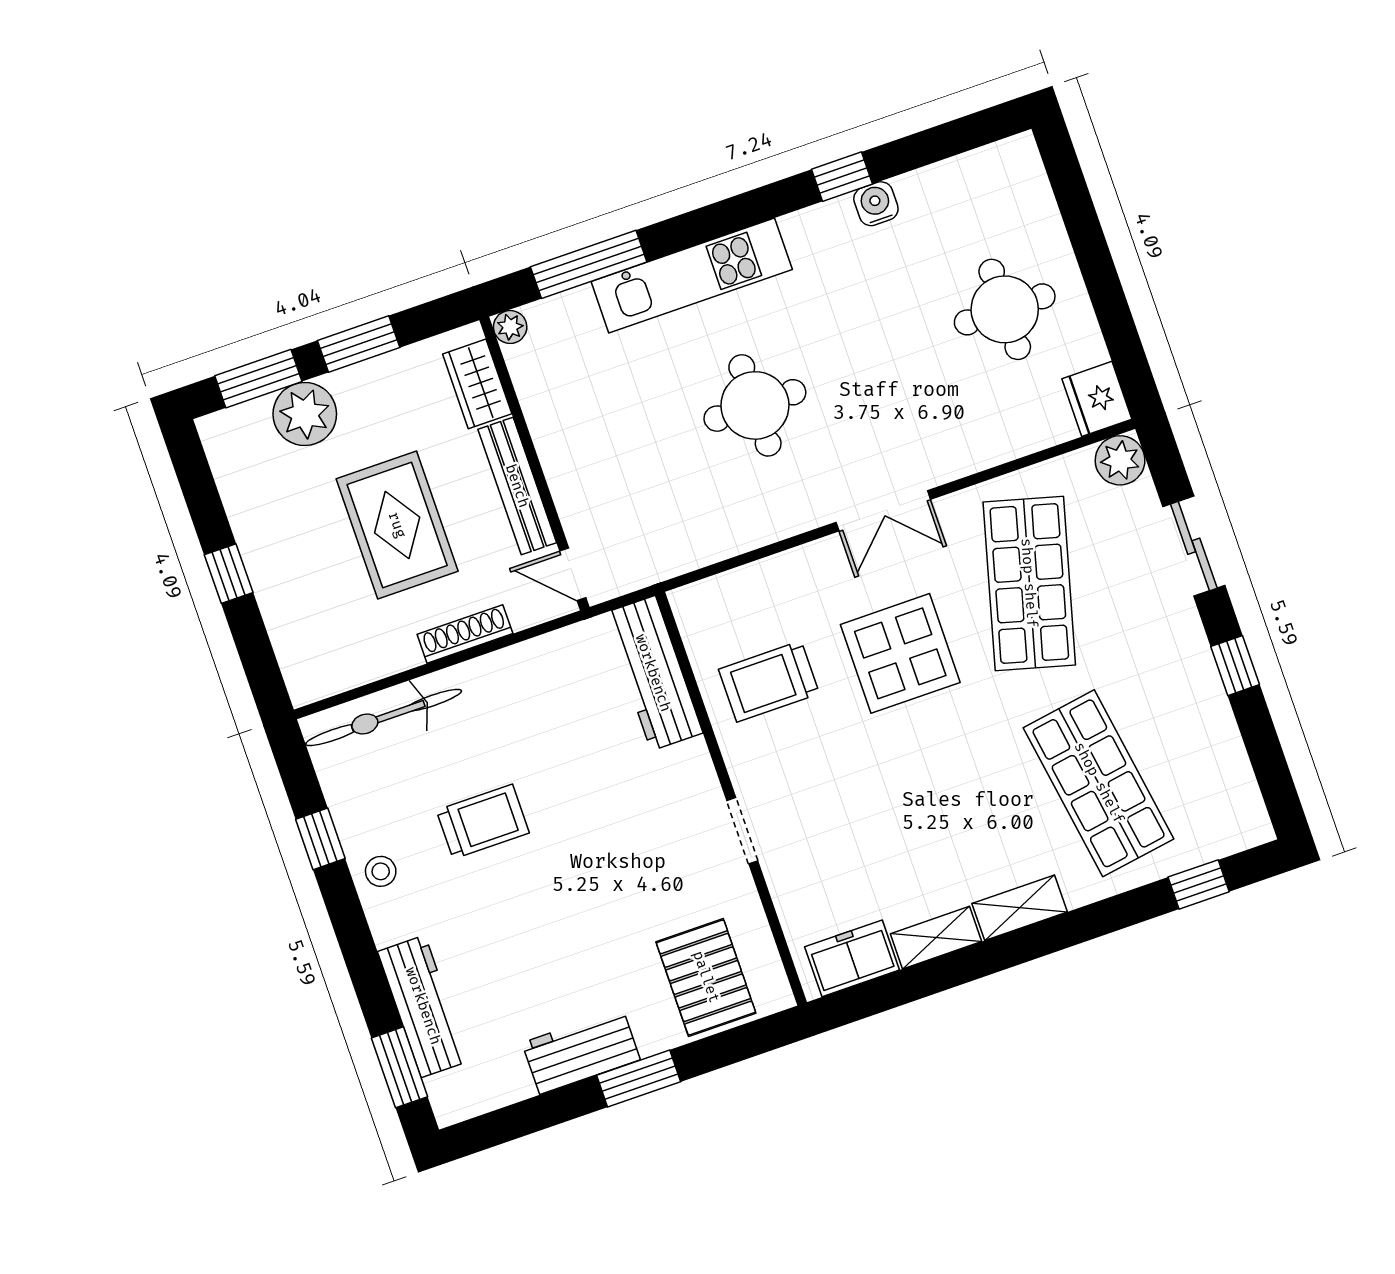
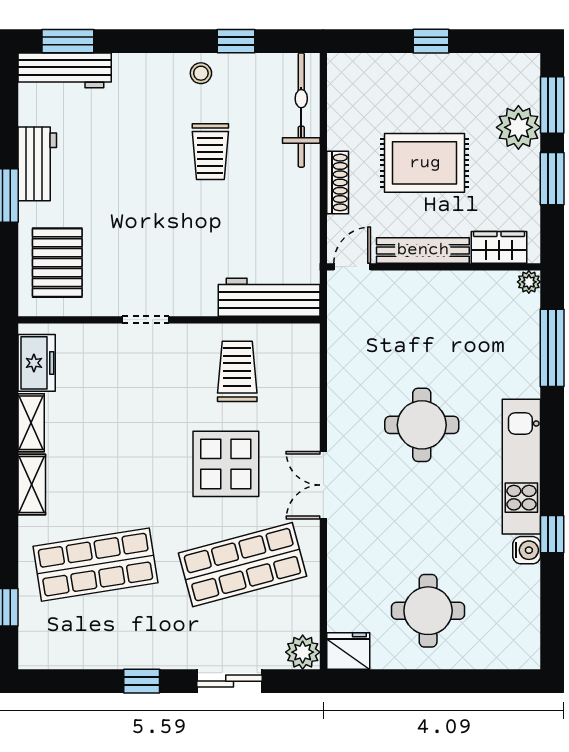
kitchen unit: (692, 275) -> (521, 467), moved
shop shelf: (1029, 583) -> (242, 565), turned -30
pallet: (706, 977) -> (57, 263), turned 90
workbench: (423, 1006) -> (65, 70), moved

